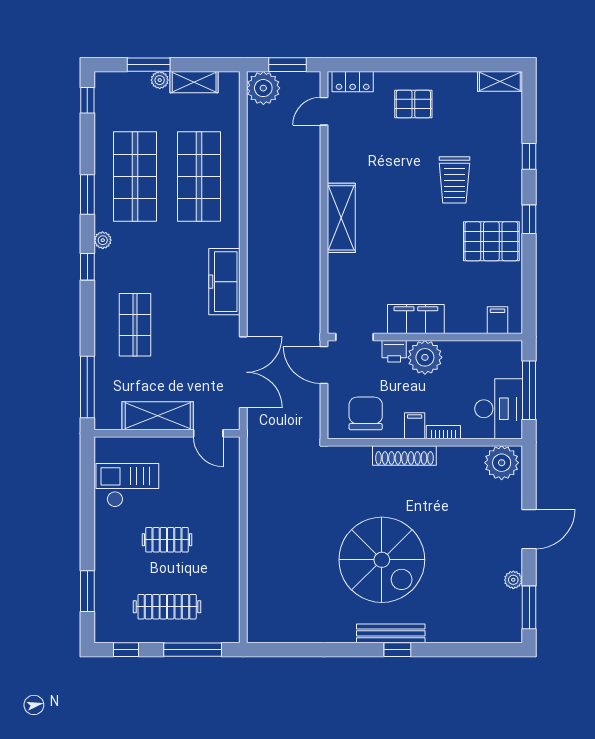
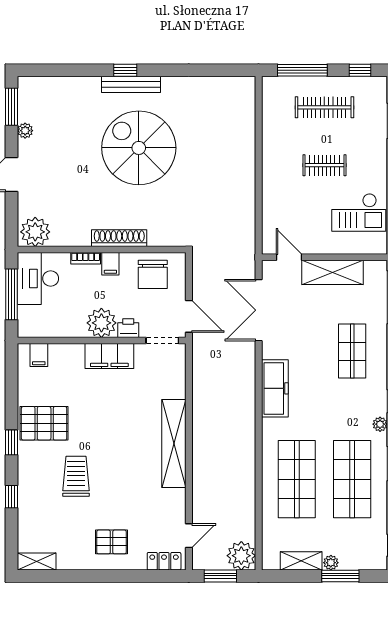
shelving: (341, 218) -> (174, 444), width x1.47

